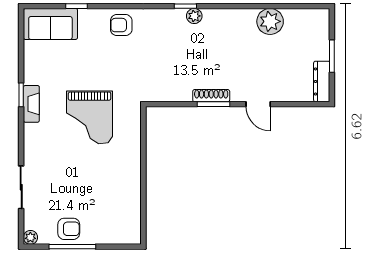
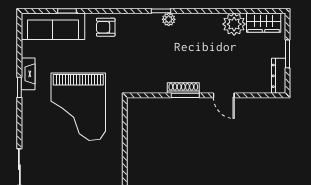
wardrobe: (304, 20) -> (264, 23), added
sofa: (50, 24) -> (53, 26), width x1.36
fireplace: (31, 104) -> (28, 74), moved
grand piano: (90, 117) -> (78, 107), width x1.37, depth x1.48

